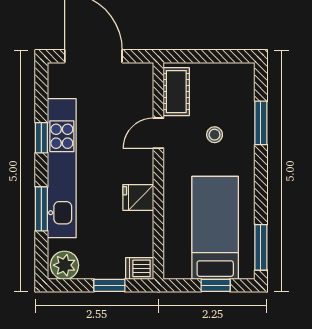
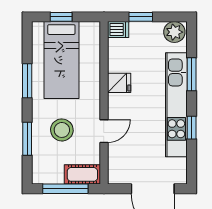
window: (210, 56) -> (65, 189), added
cot: (176, 92) -> (82, 174), moved, turned 90
stool: (215, 135) -> (62, 130), width x1.89, depth x1.89
window: (261, 247) -> (27, 81), moved

